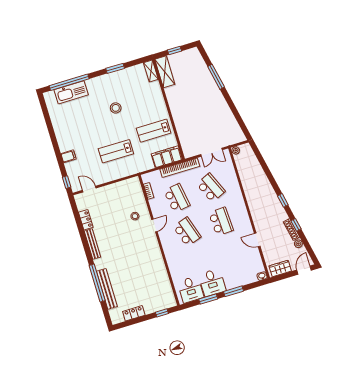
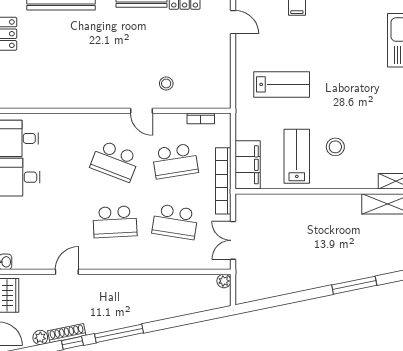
stool: (116, 108) -> (335, 147), moved
lab bench: (116, 151) -> (282, 84), turned 90
school desk: (211, 188) -> (175, 222), turned 33
door: (89, 189) -> (233, 22), hinge flipped
window: (283, 200) -> (119, 333), width x2.17
school desk: (187, 232) -> (115, 161), turned 39

